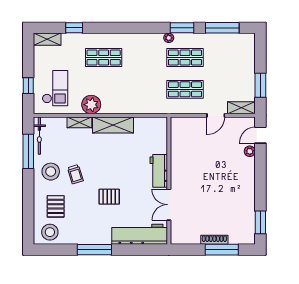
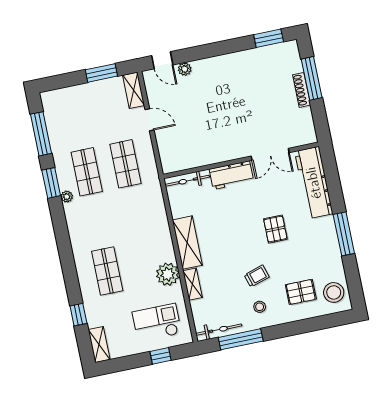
bicycle: (162, 135) -> (187, 181), added
stool: (51, 172) -> (260, 307), width x0.53, depth x0.53

